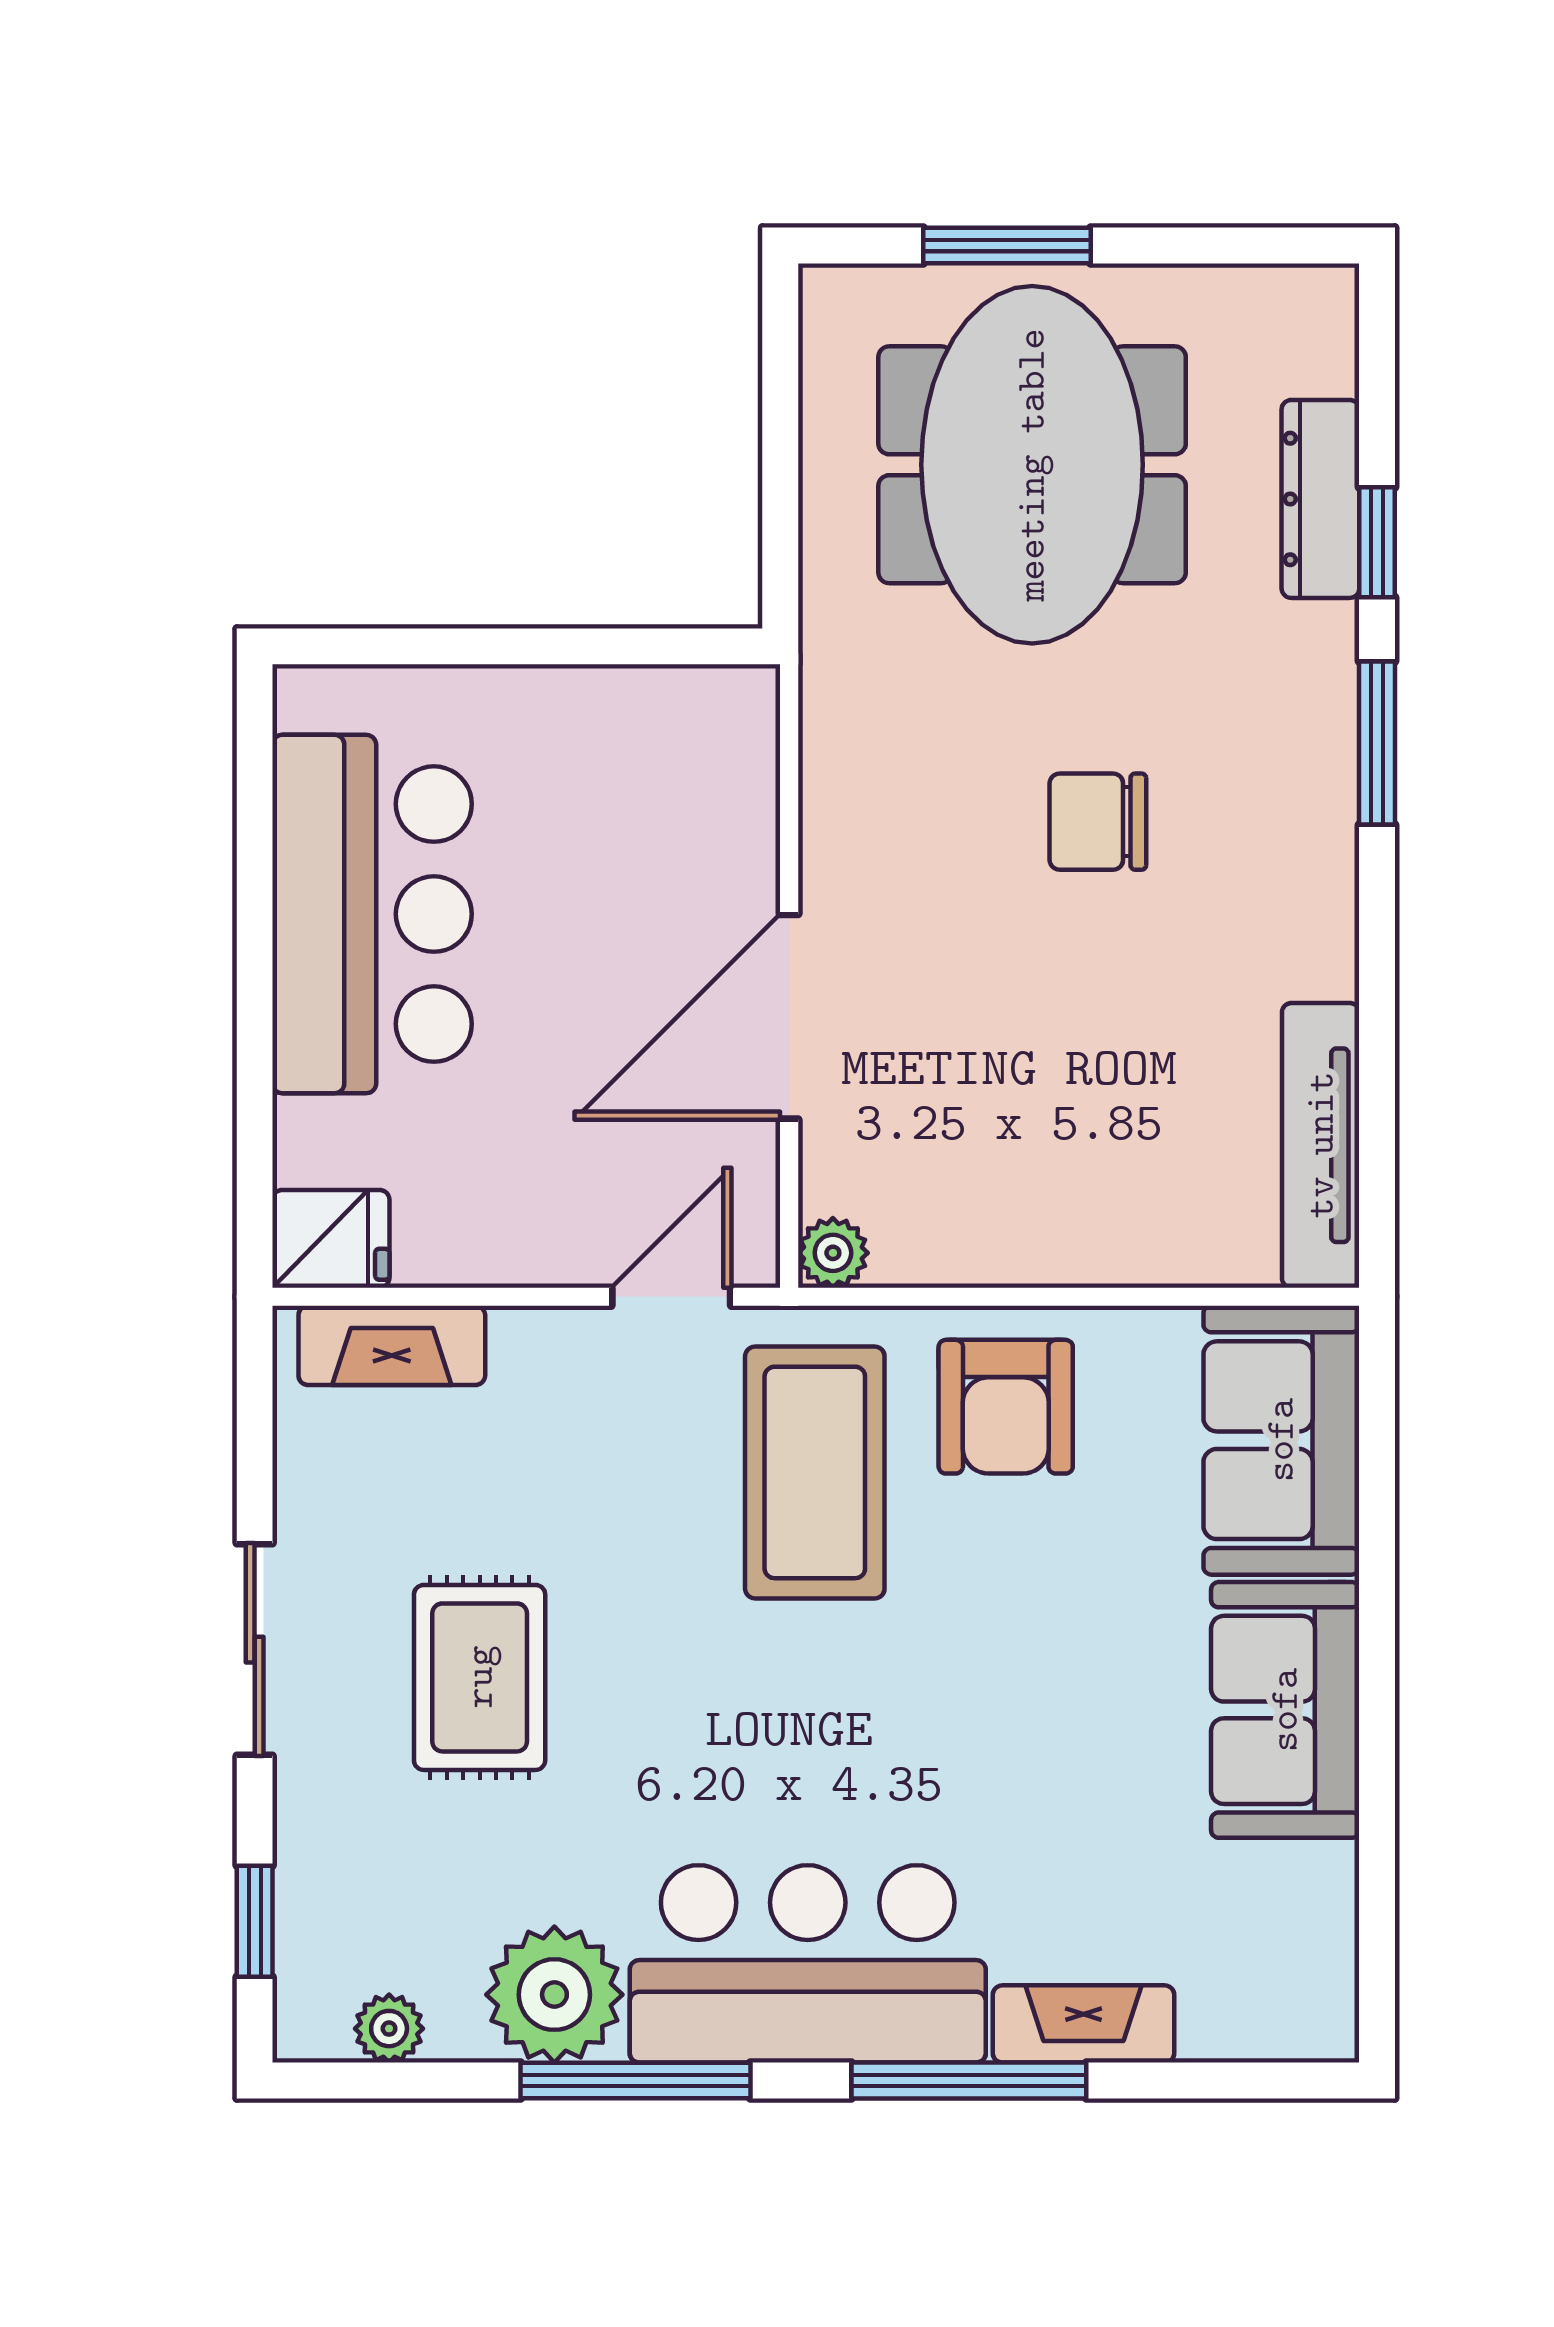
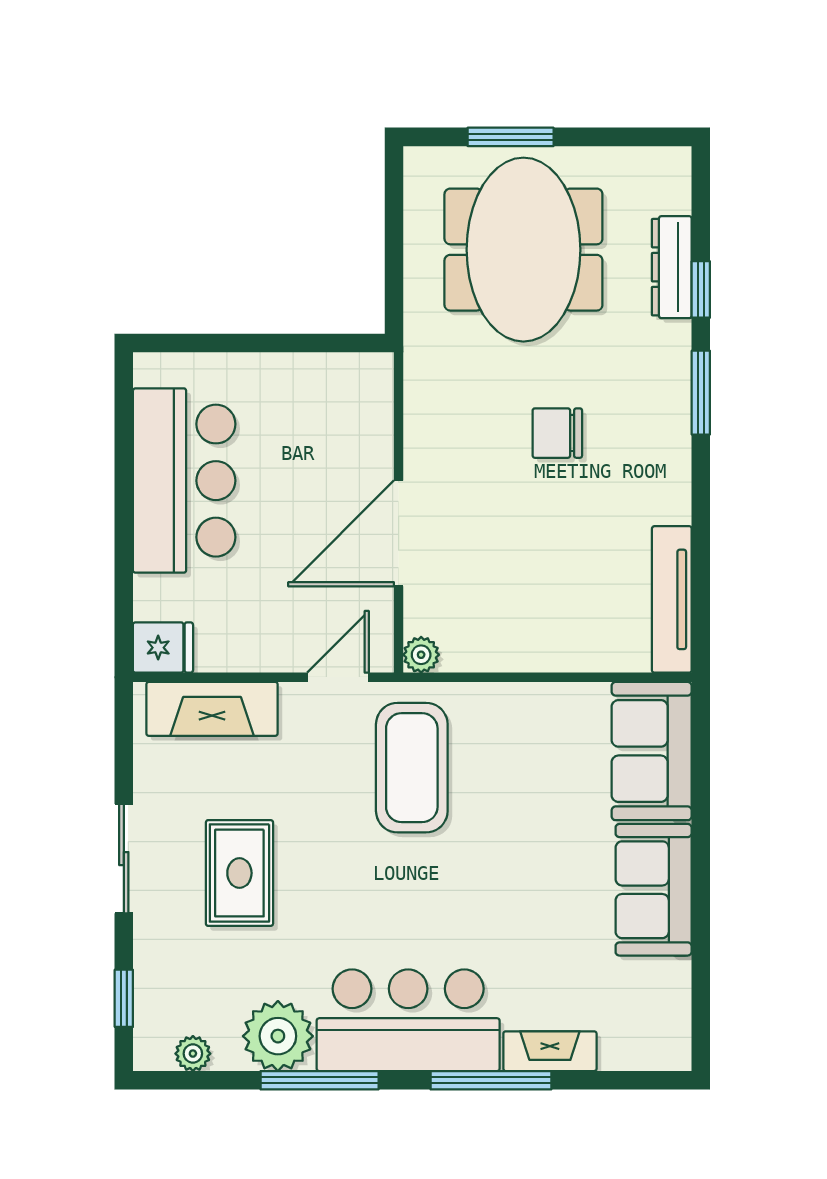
fireplace: (392, 1345) -> (212, 709), width x1.37, depth x1.32
armchair: (1006, 1407) -> (510, 734), removed

